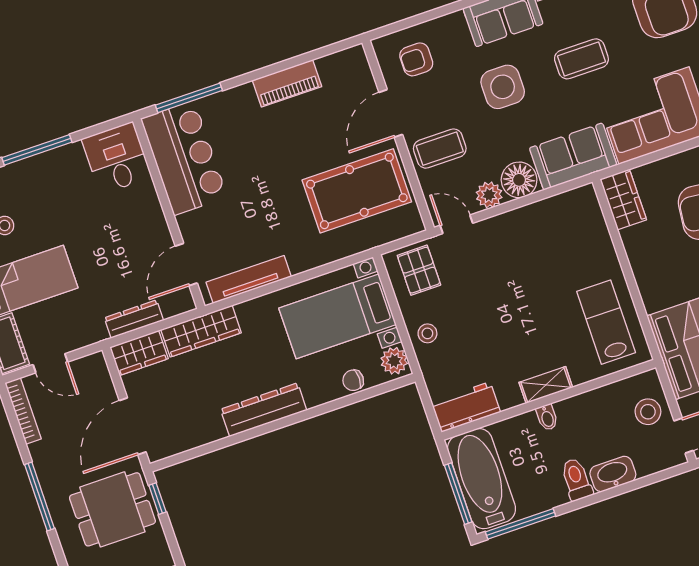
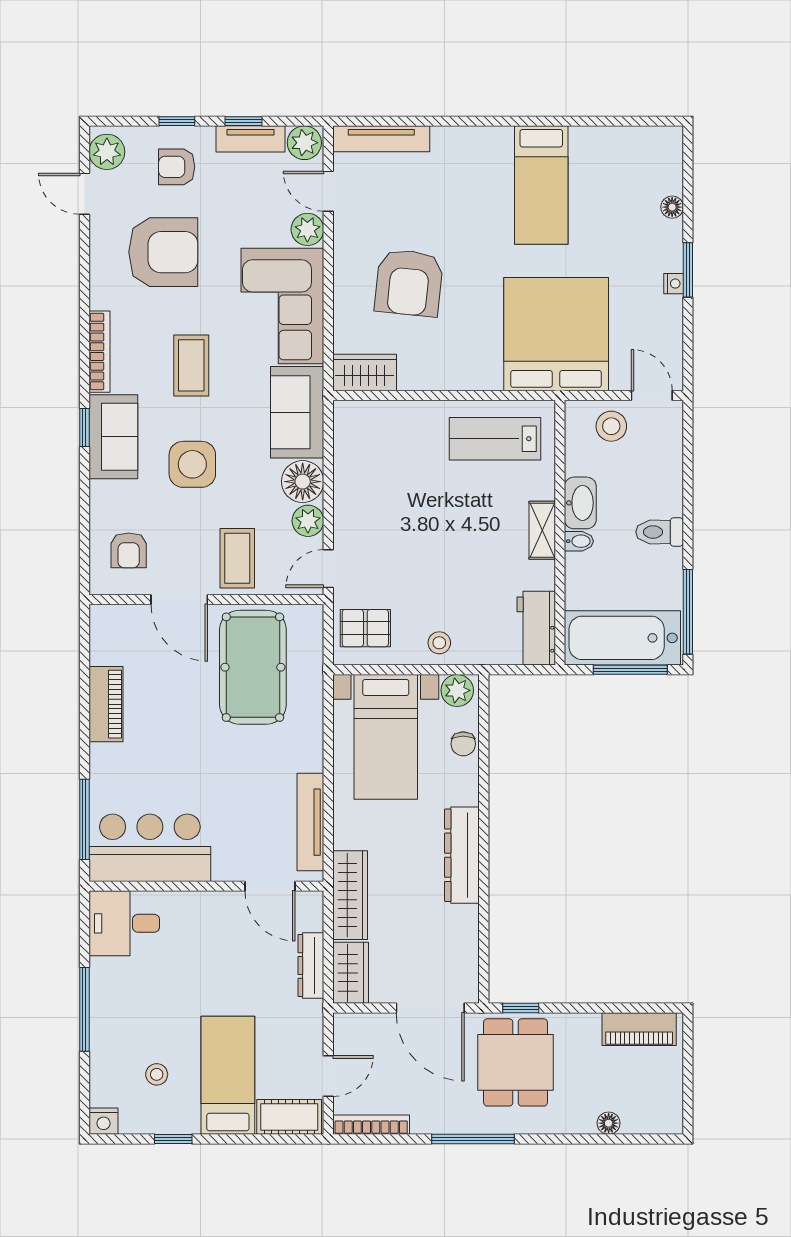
washbasin: (613, 474) -> (580, 503), moved, turned 180

